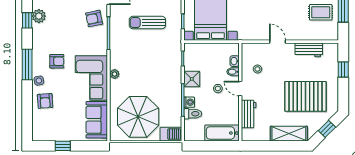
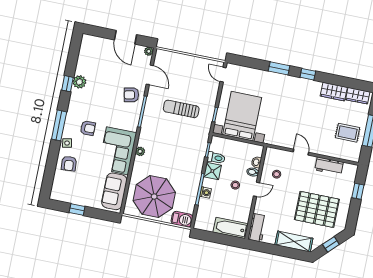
door: (240, 89) -> (257, 189), swing flipped
toilet: (193, 114) -> (216, 158), moved
workbench: (249, 114) -> (257, 228), moved

